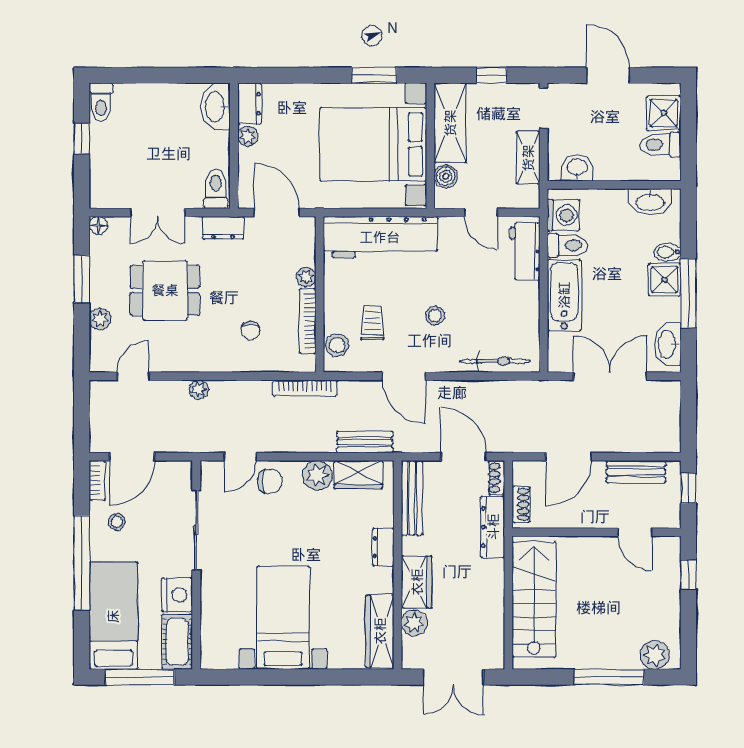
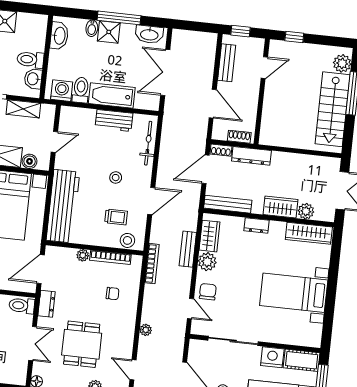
toilet: (660, 145) -> (30, 60), moved, turned 90
workbench: (525, 252) -> (114, 120), moved
trolley: (373, 323) -> (116, 217), turned 180
bench: (365, 442) -> (188, 249), moved
stairs: (534, 599) -> (333, 109), moved, turned -90

